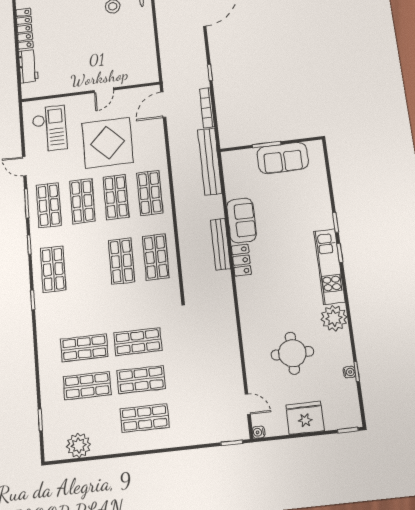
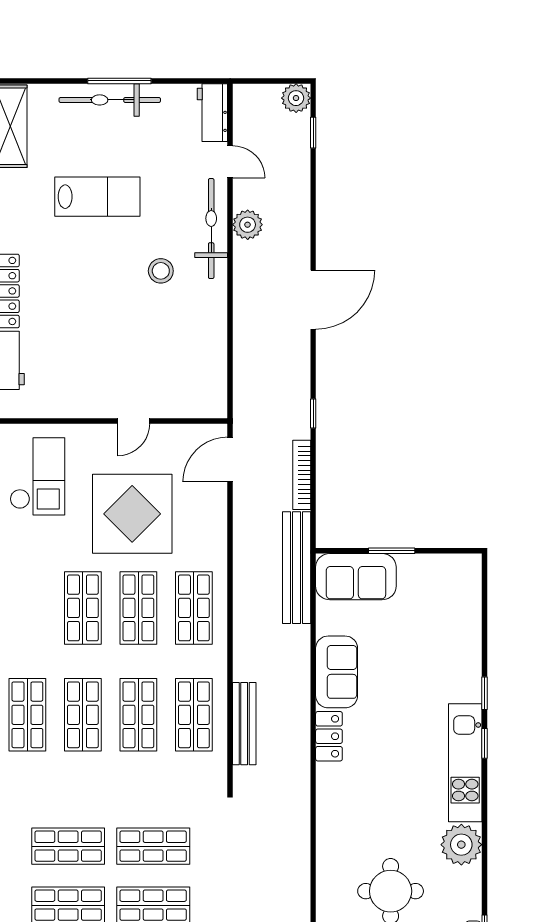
sofa: (283, 158) -> (356, 577), moved
shop shelf: (49, 205) -> (83, 715), moved
bench: (221, 244) -> (244, 724), moved

